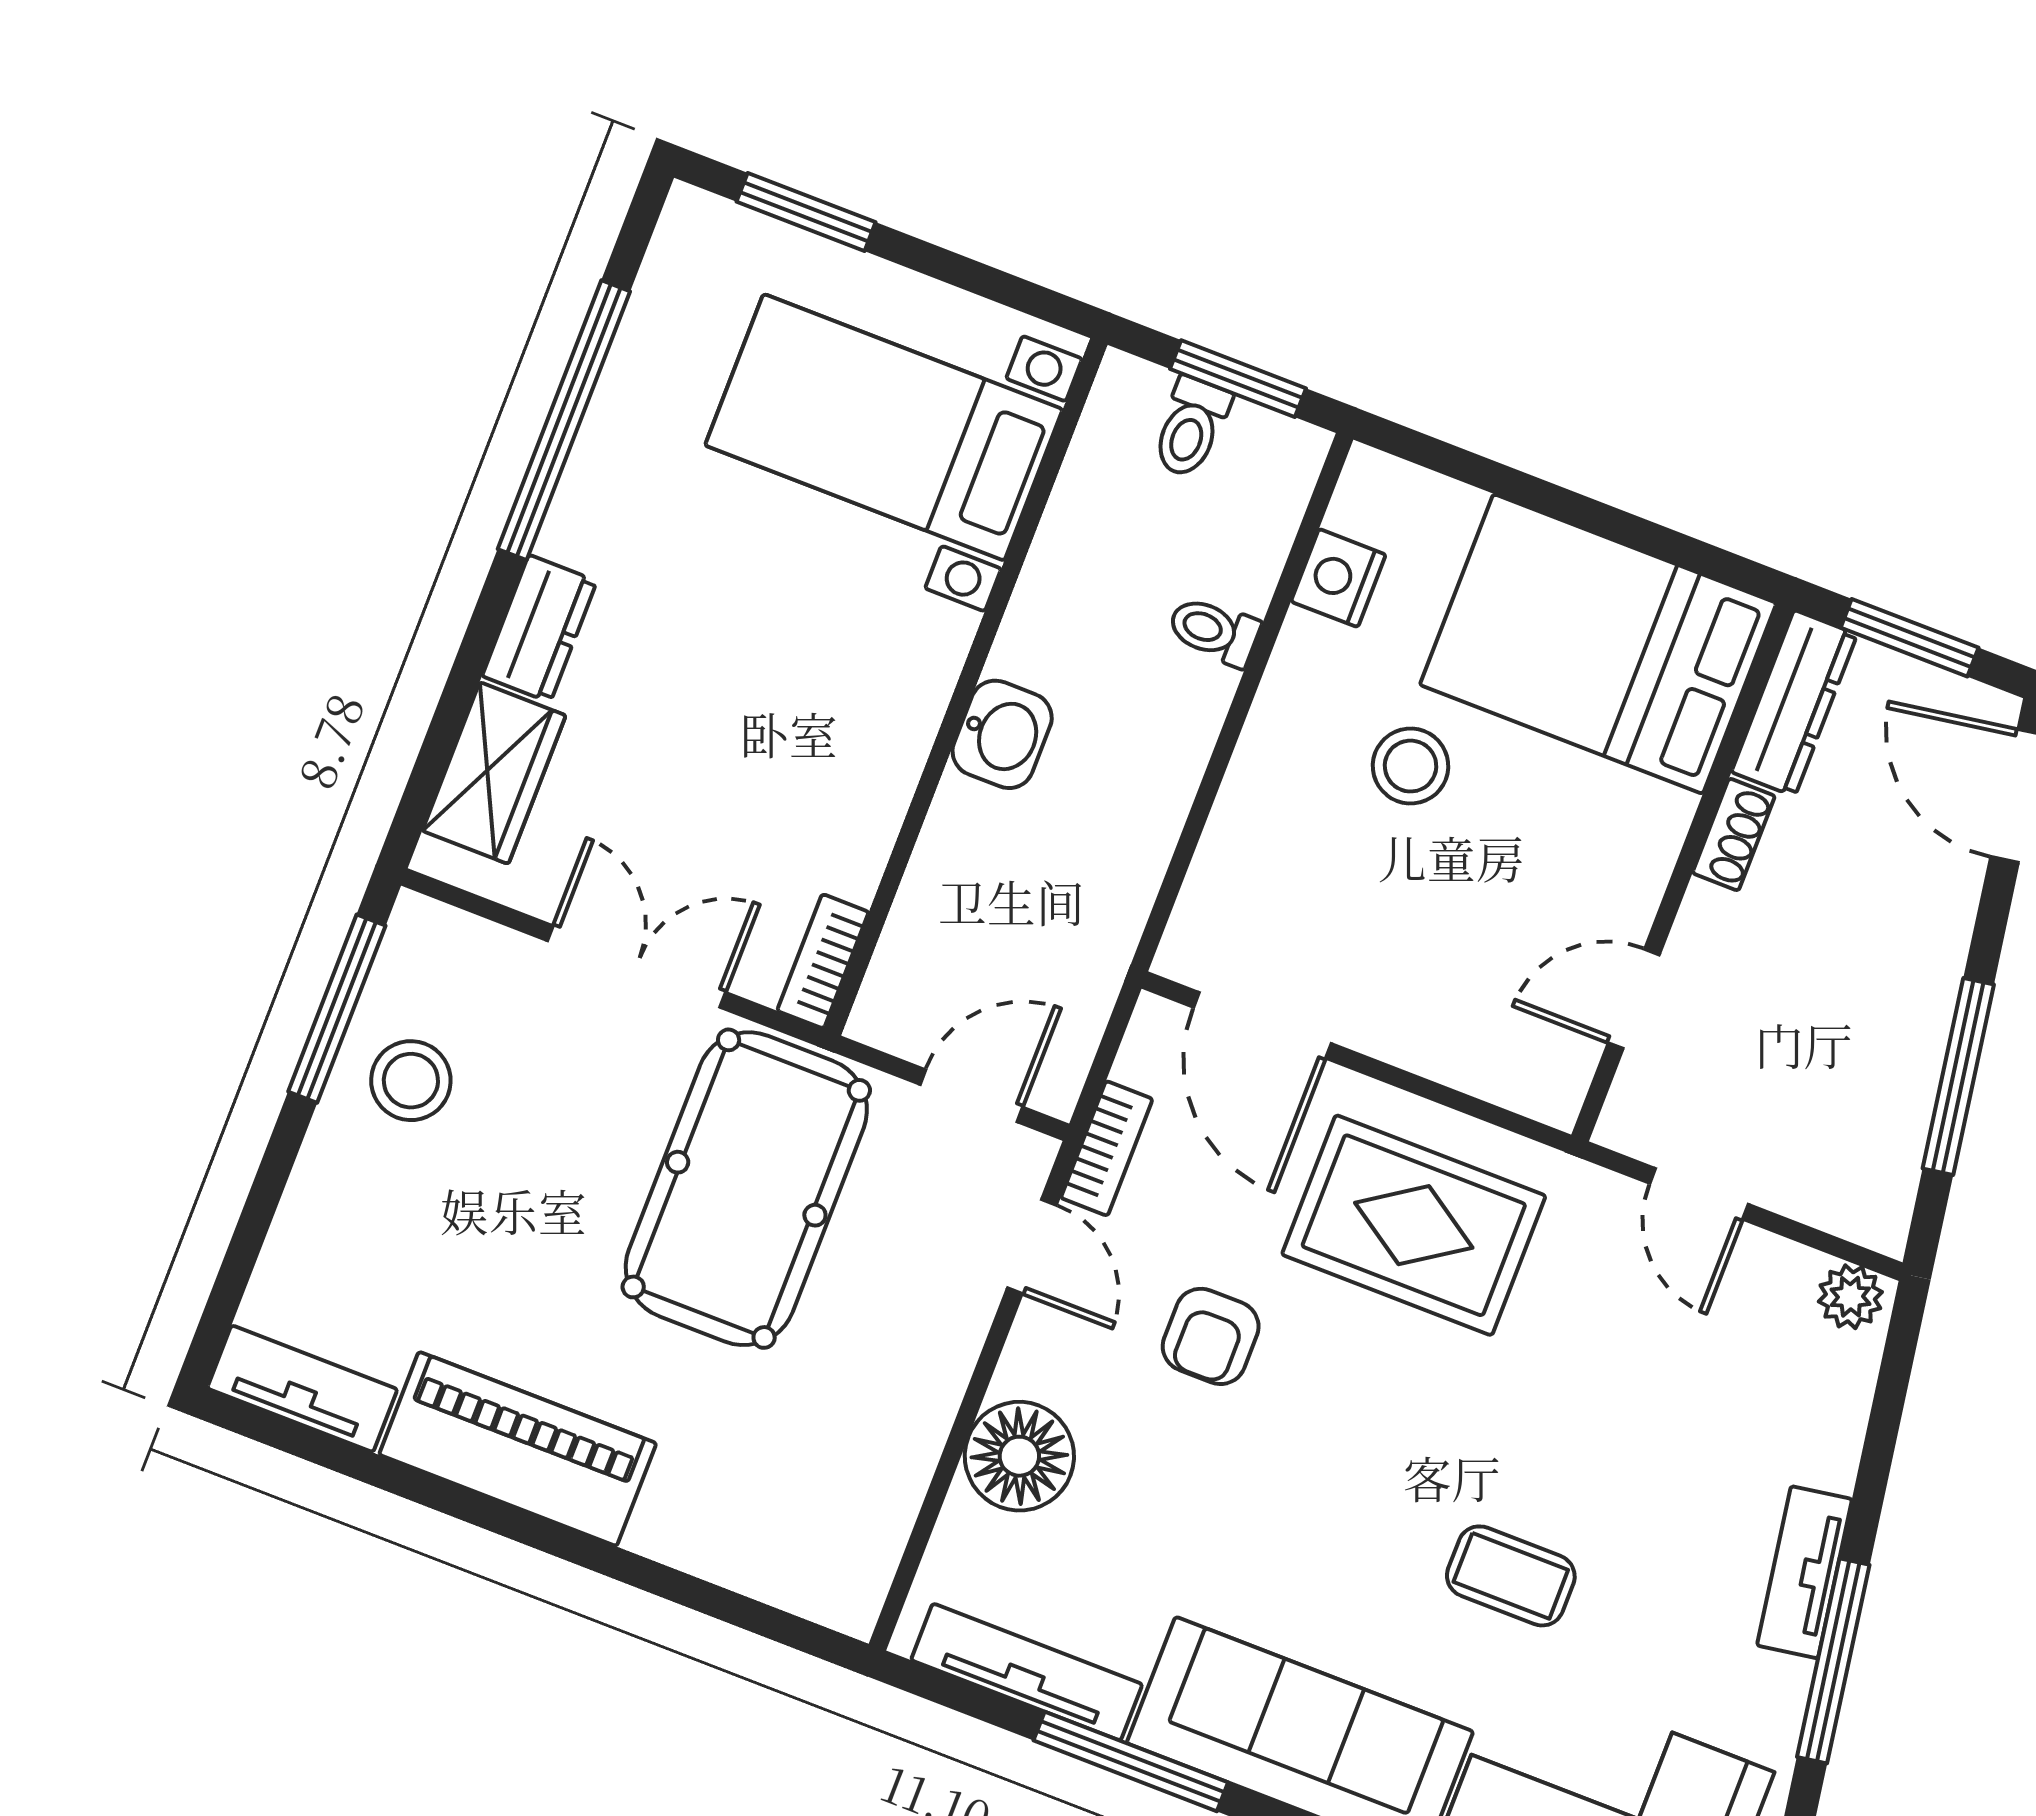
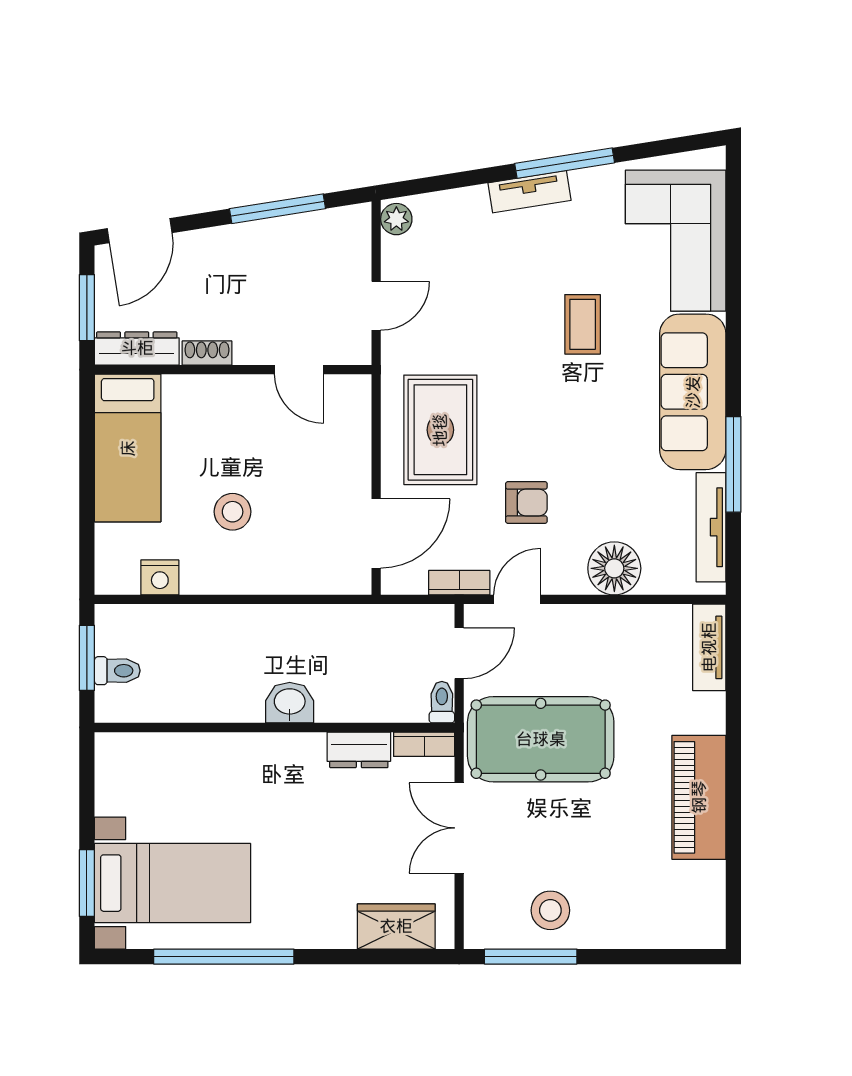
bed with nightstands: (884, 427) -> (172, 883), moved, turned -90
dresser: (539, 629) -> (359, 750), moved, turned 180
toilet: (1214, 631) -> (442, 702), moved, turned 180
bed: (1598, 644) -> (128, 448), width x0.67
door: (971, 1096) -> (459, 653), swing flipped
tv unit: (302, 1389) -> (709, 647), moved

